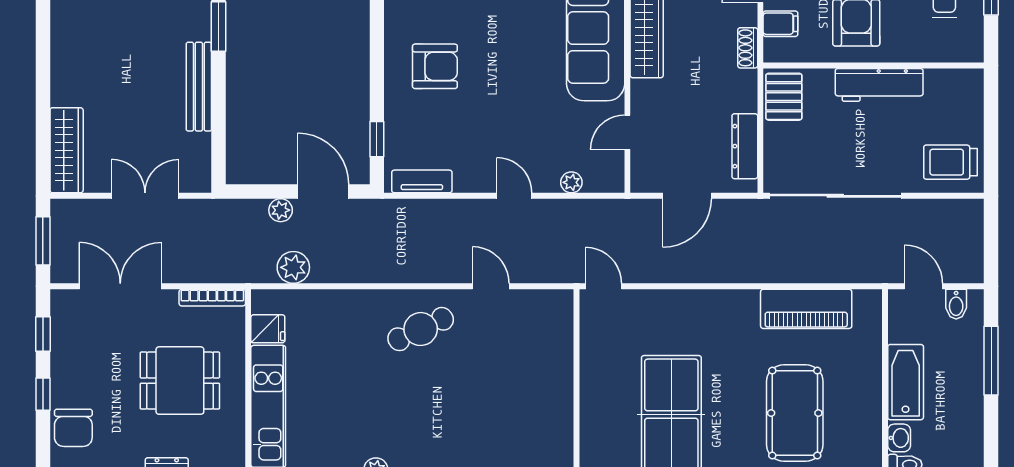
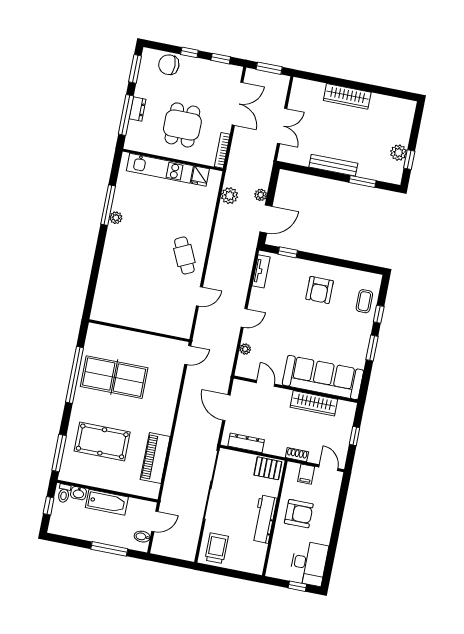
wardrobe: (67, 150) -> (347, 96), moved

